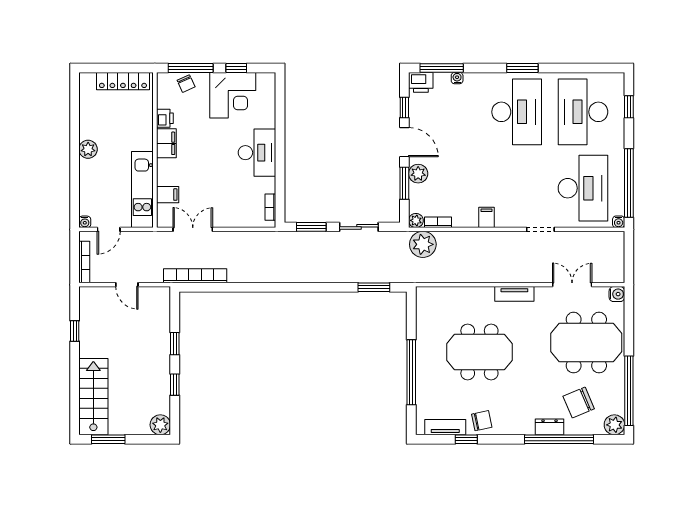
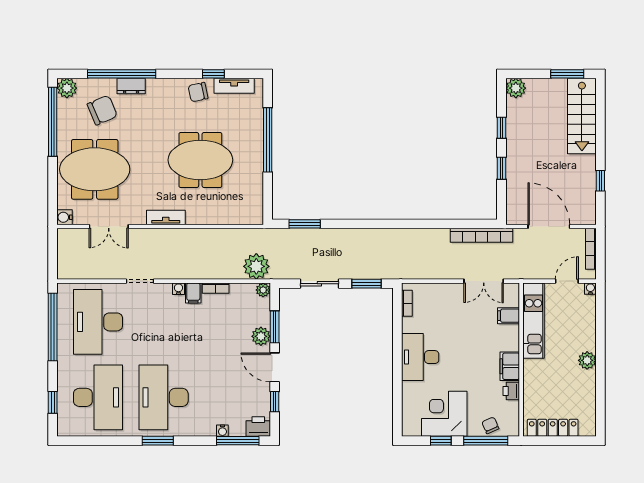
bookcase: (438, 222) -> (216, 288), moved
water cooler: (619, 222) -> (178, 289), moved
door: (127, 285) -> (549, 227), width x1.88

